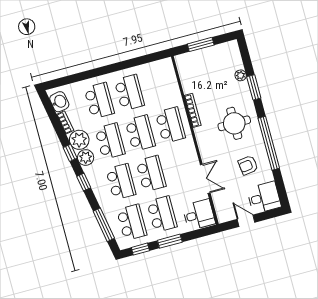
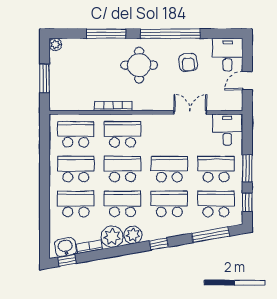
plant: (241, 75) -> (55, 44), moved
school desk: (160, 85) -> (76, 134), added
window: (254, 87) -> (106, 34), width x1.44
window: (70, 153) -> (67, 260), moved

